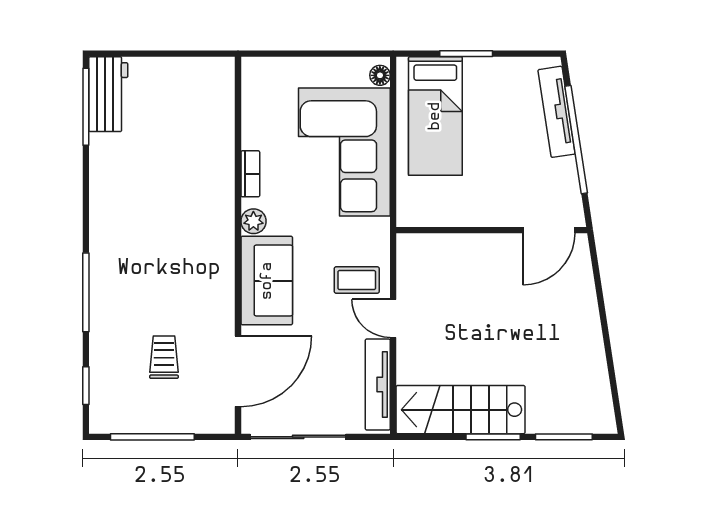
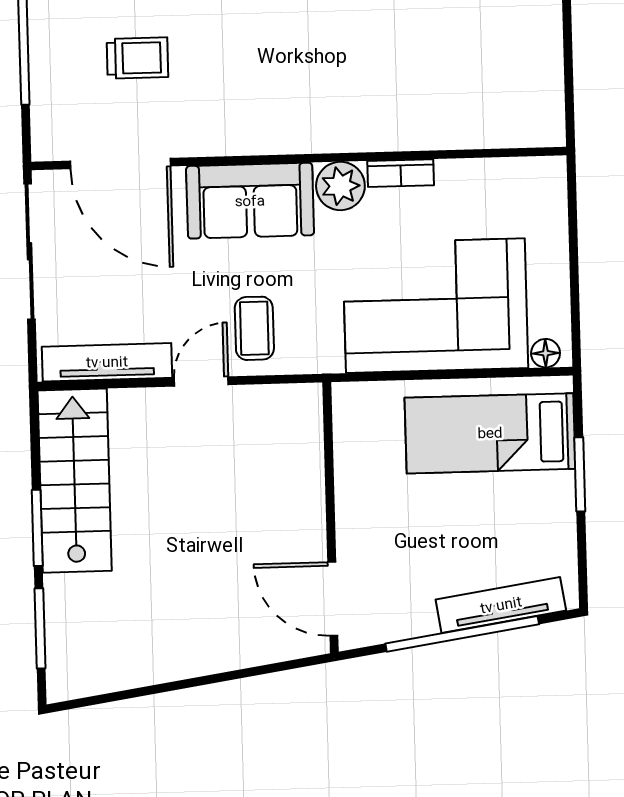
plant: (253, 221) -> (340, 186), width x1.38, depth x1.38

